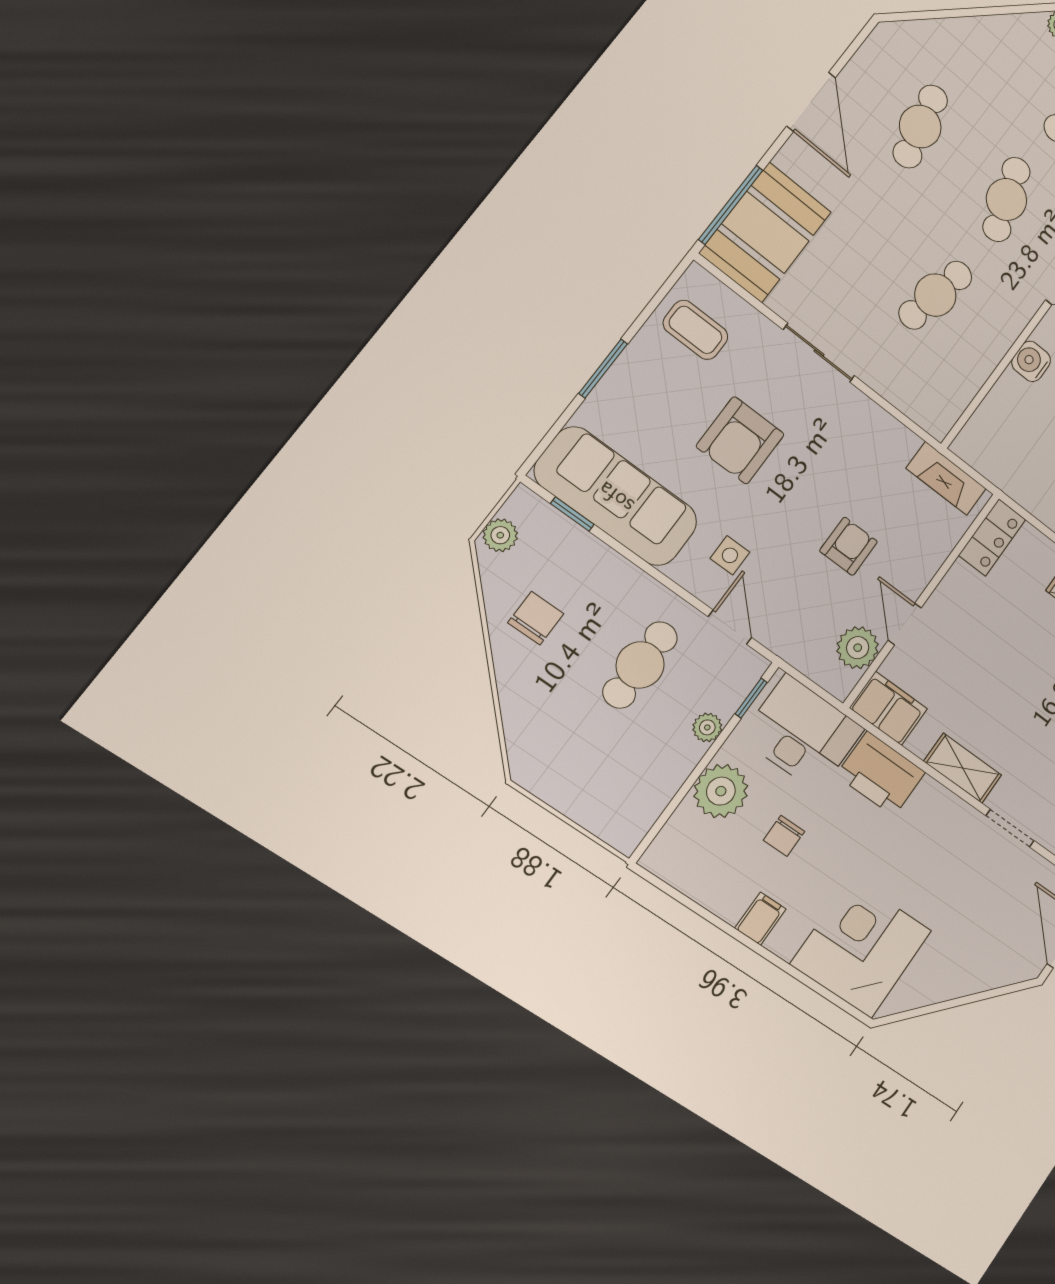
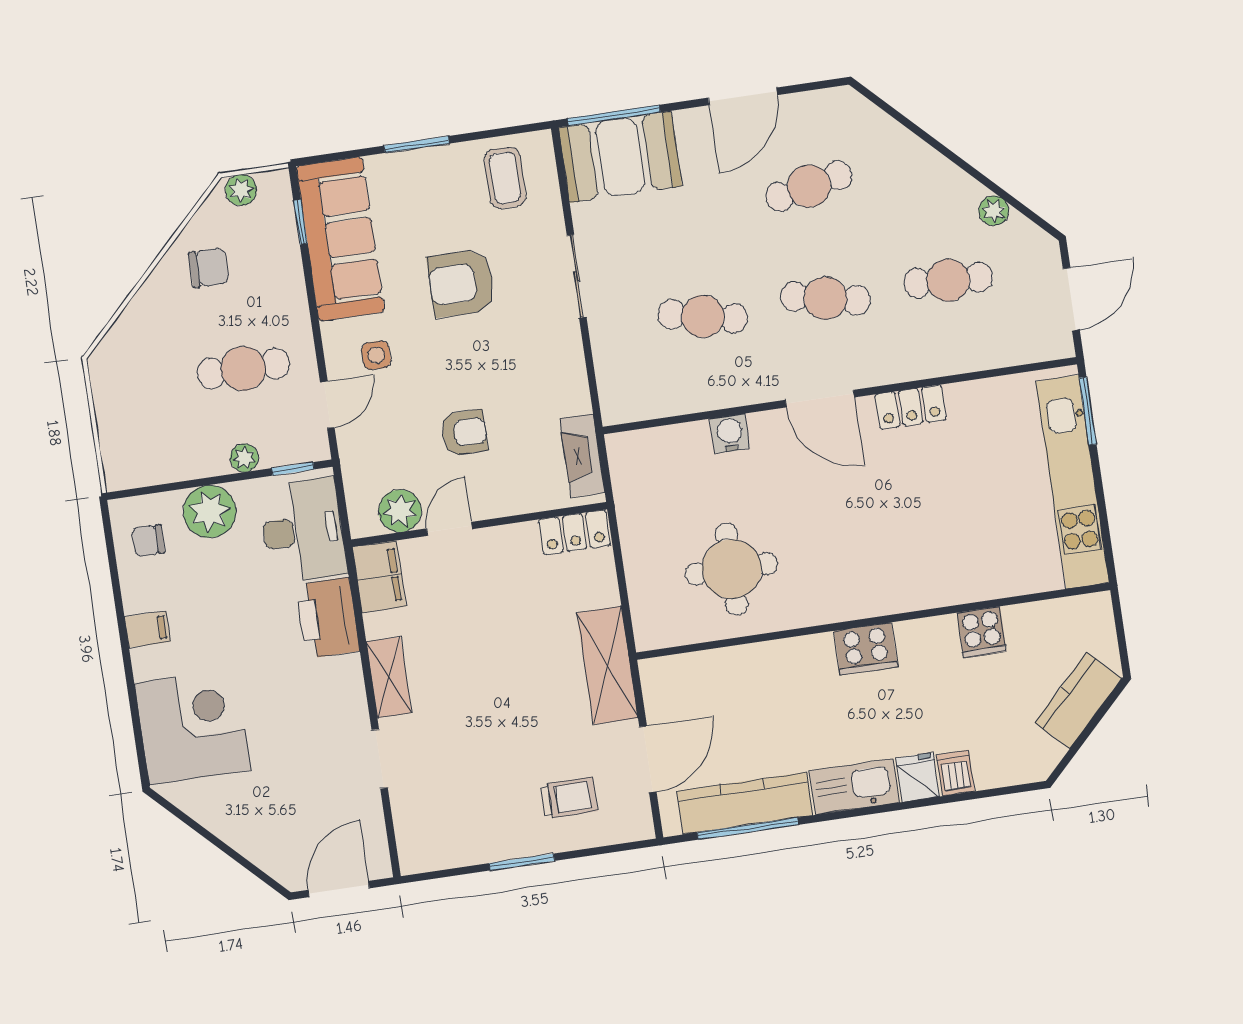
cafe table: (1006, 199) -> (825, 298), turned 30
chair: (784, 836) -> (148, 541), moved

